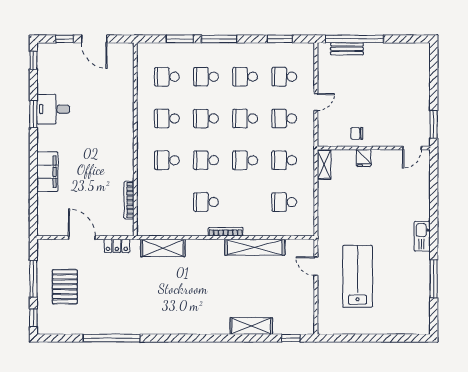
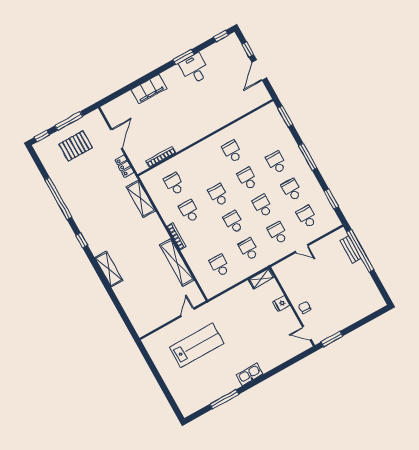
window: (180, 39) -> (285, 116), moved
school desk: (167, 77) -> (261, 135), removed
chair: (357, 133) -> (305, 307), moved
school desk: (167, 160) -> (174, 184), moved
shelving: (251, 326) -> (109, 269), moved
window: (291, 338) -> (82, 240), moved

